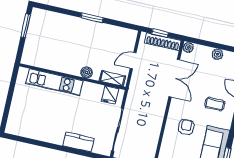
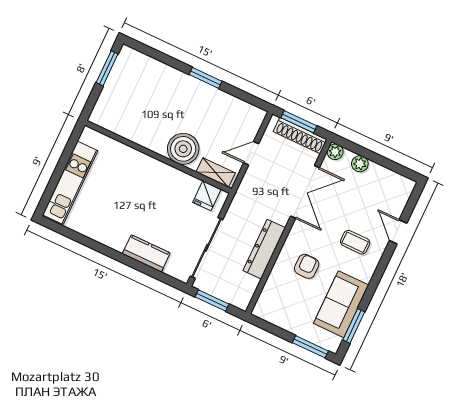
window: (160, 33) -> (299, 122), width x1.50
plant: (217, 54) -> (360, 164), moved
boiler: (87, 72) -> (183, 149), width x1.86, depth x1.86
kitchen unit: (54, 82) -> (70, 183), moved, turned -90
dresser: (156, 122) -> (264, 249), added

